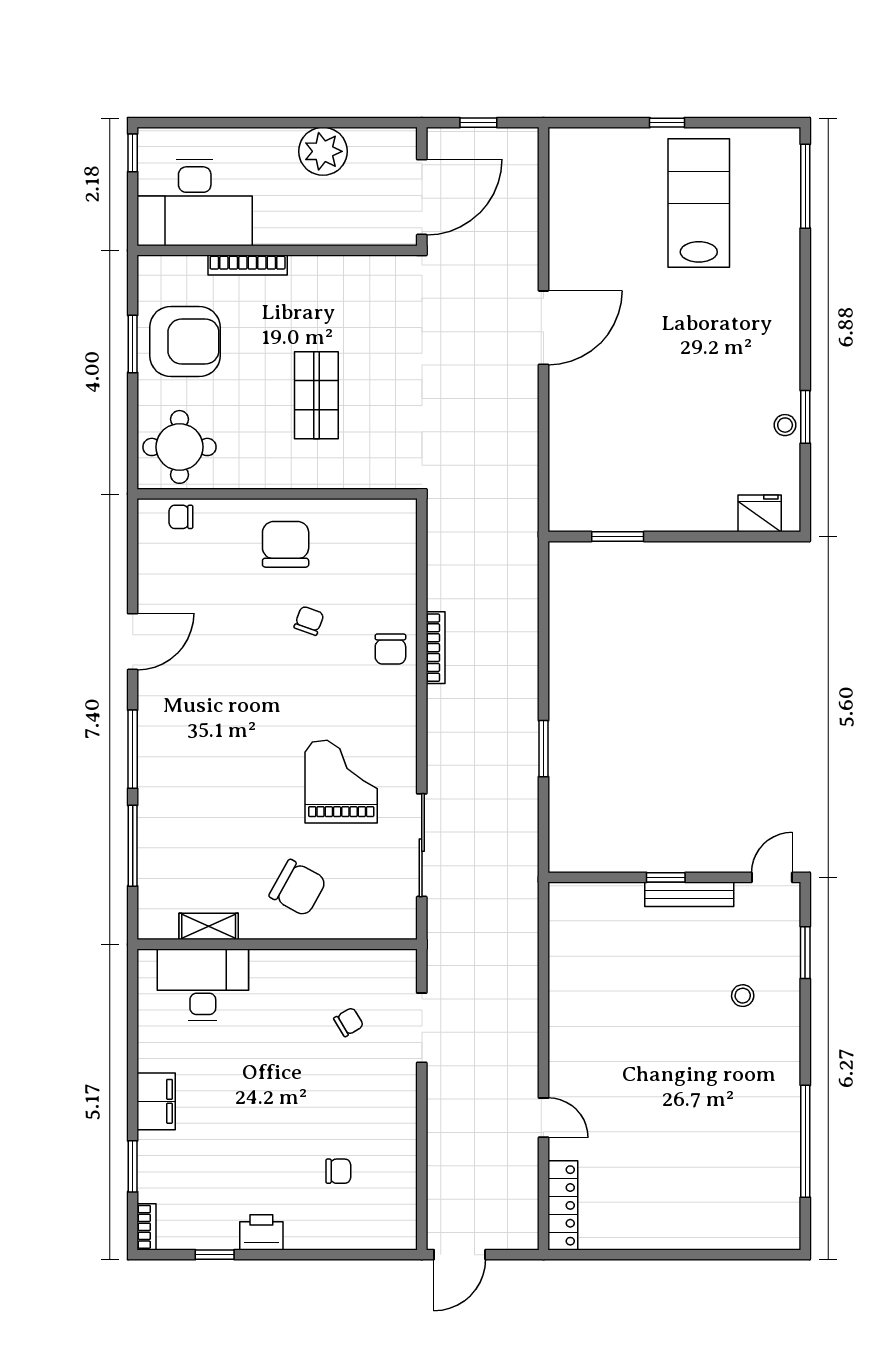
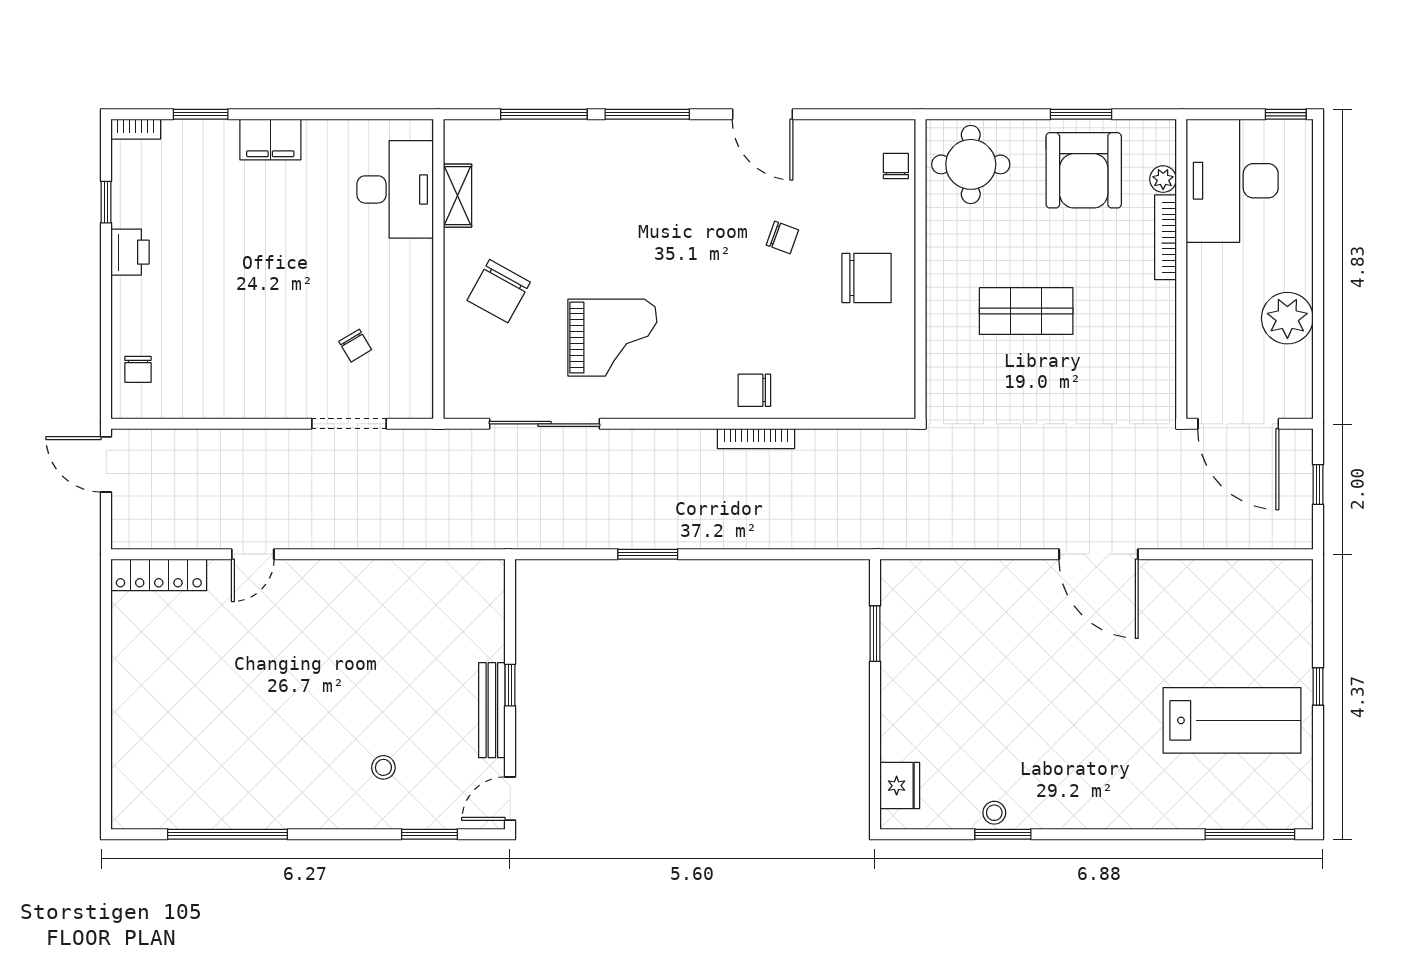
plant: (193, 267) -> (1163, 179), added
chair: (309, 621) -> (782, 237), moved
door: (772, 877) -> (510, 799), swing flipped
chair: (338, 1171) -> (138, 369), moved

